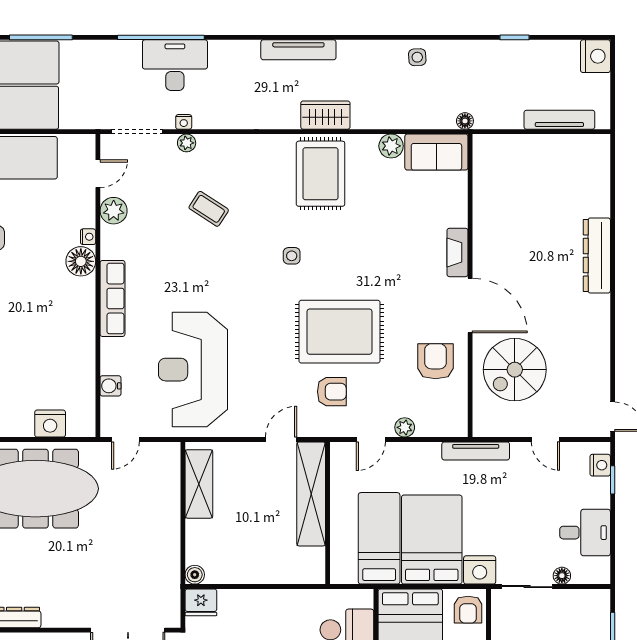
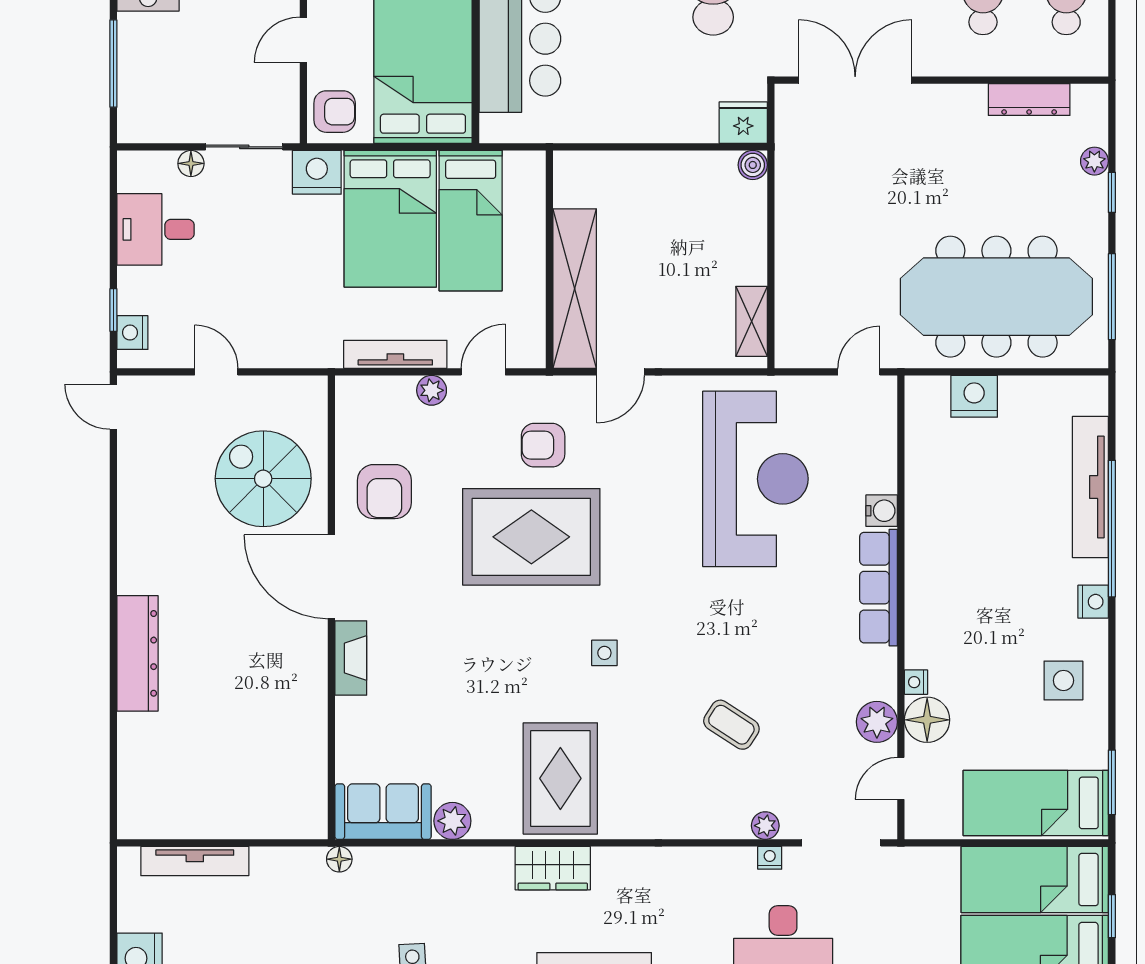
floor lamp: (81, 261) -> (927, 720), moved
spiral stairs: (515, 370) -> (263, 479), turned -90
water cooler: (110, 386) -> (882, 511), moved
tv unit: (476, 451) -> (395, 354), moved
shelving: (199, 484) -> (752, 321), width x0.67, depth x0.75
armchair: (468, 610) -> (335, 112), turned 90

